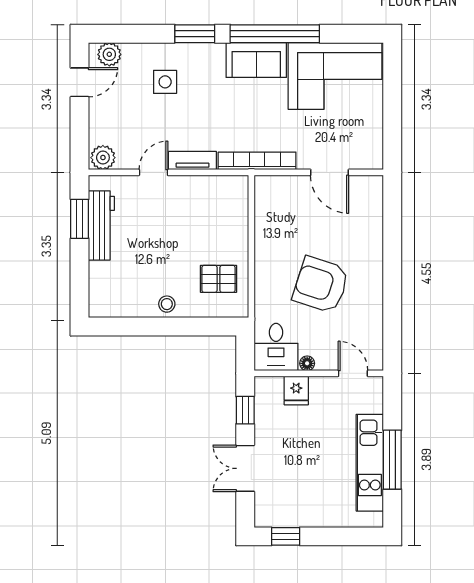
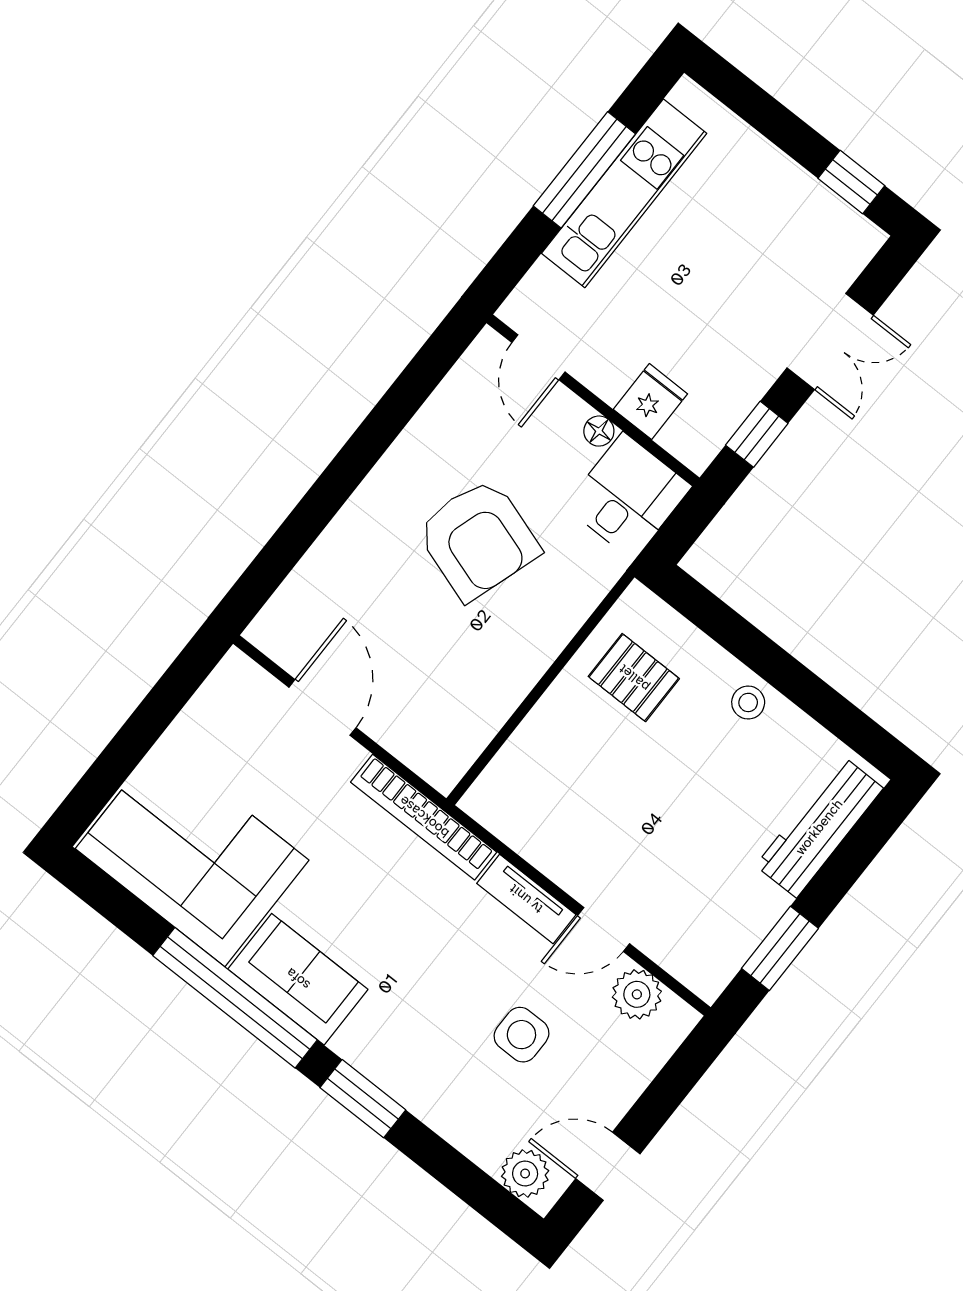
side table: (165, 82) -> (521, 1035), moved
plant: (103, 158) -> (637, 994), moved
workbench: (101, 226) -> (819, 827), moved

